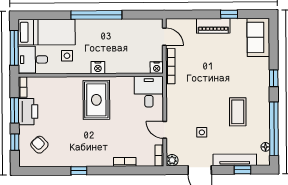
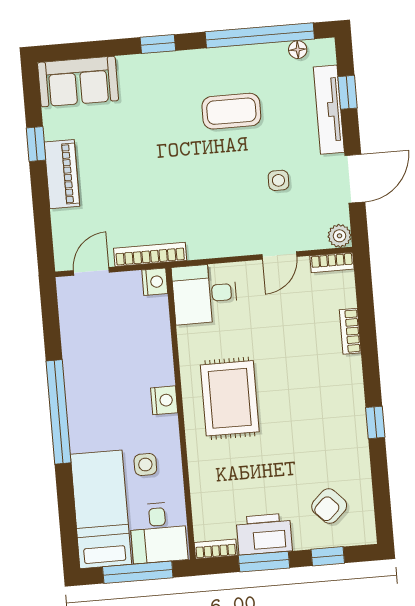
rug: (96, 100) -> (230, 398), turned 90

